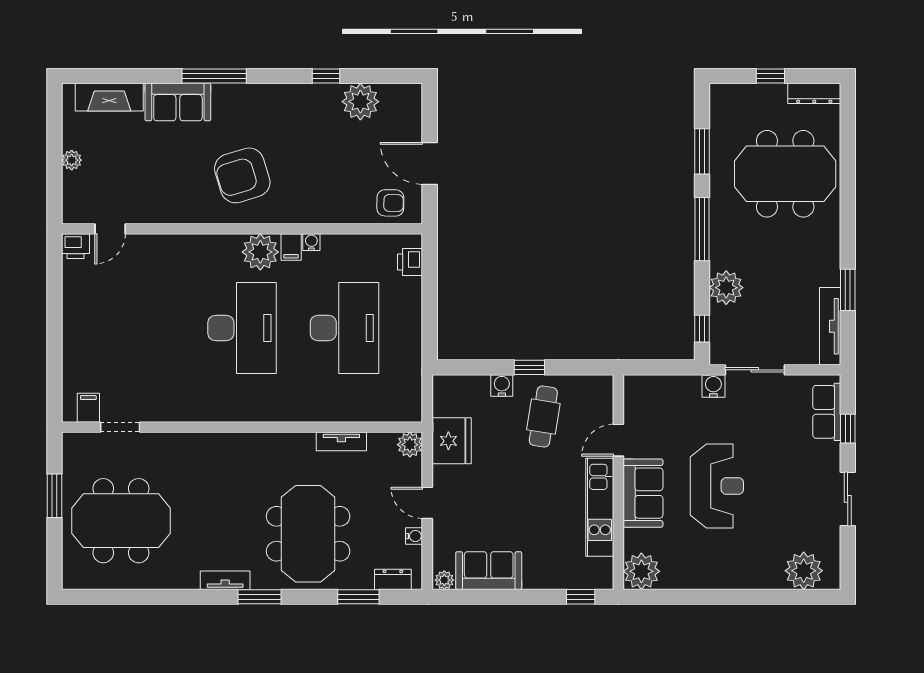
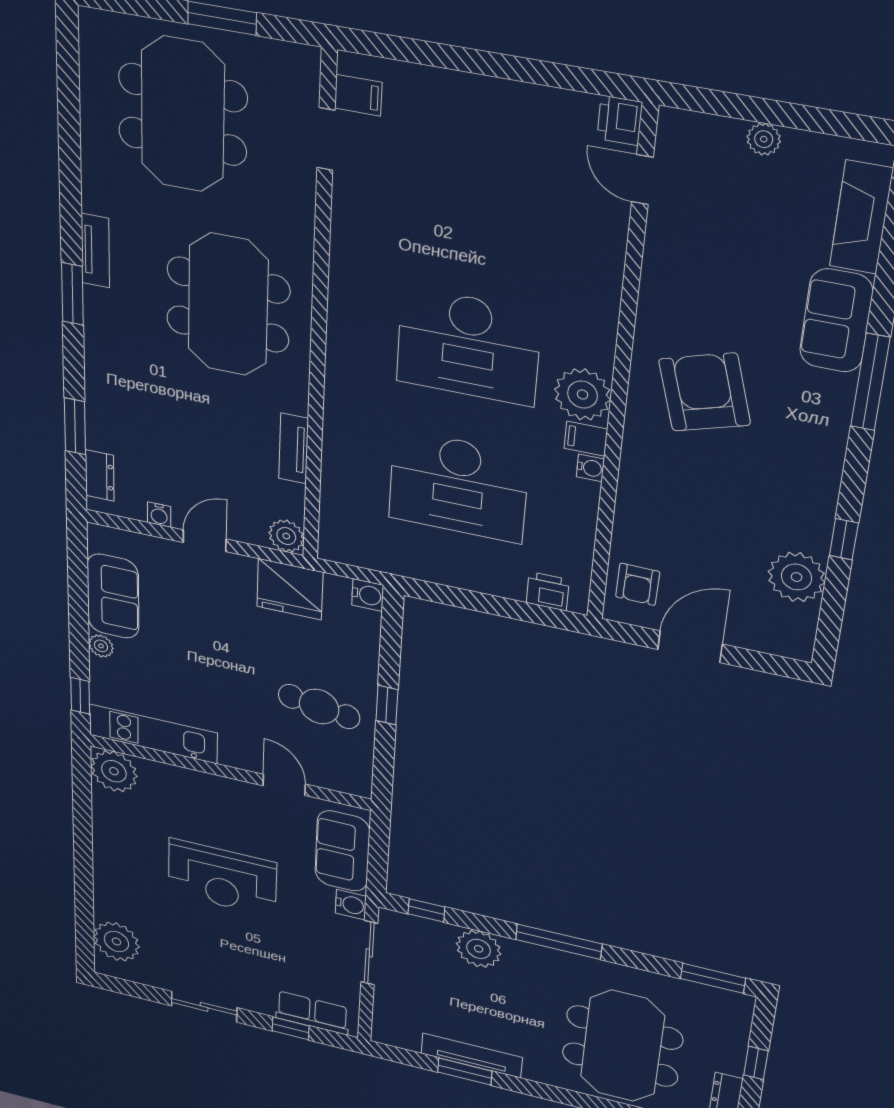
window: (702, 151) -> (713, 978), moved
tv unit: (830, 326) -> (472, 1056), moved
water cooler: (502, 385) -> (368, 595), moved
sofa: (643, 493) -> (342, 851), moved, turned 90
kitchen unit: (600, 507) -> (153, 734), moved
meeting table: (308, 534) -> (228, 305), moved, turned 90
plant: (444, 580) -> (101, 646), moved

